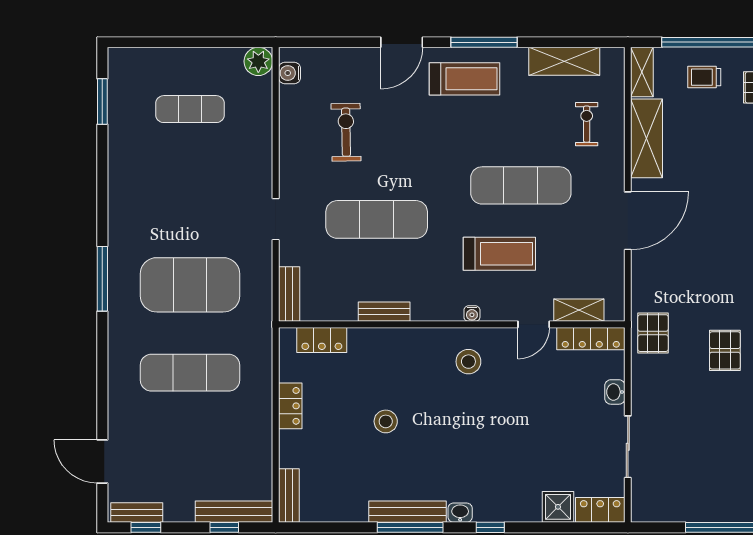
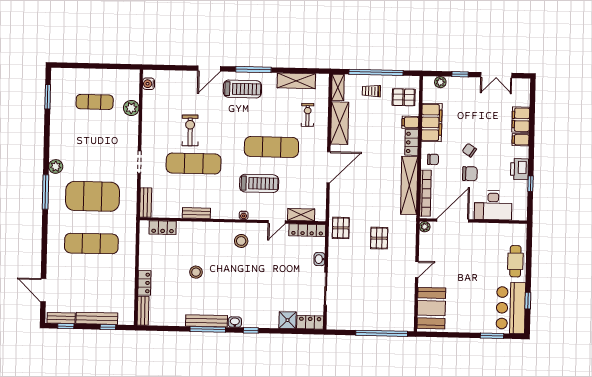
plant: (258, 61) -> (131, 108), moved
exercise bike: (346, 132) -> (190, 130), moved
plant: (120, 231) -> (56, 166), added
locker: (290, 406) -> (144, 283), moved
bench: (234, 512) -> (97, 318), moved

